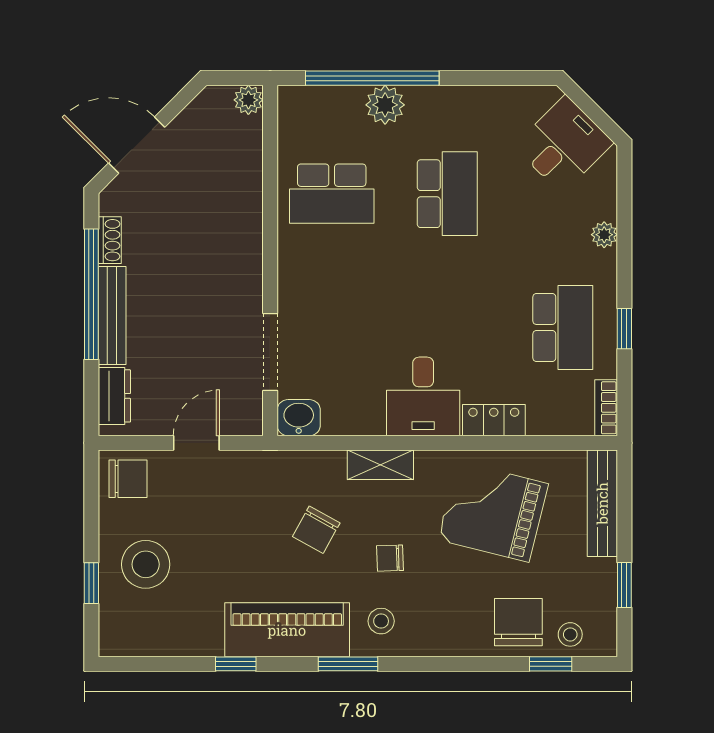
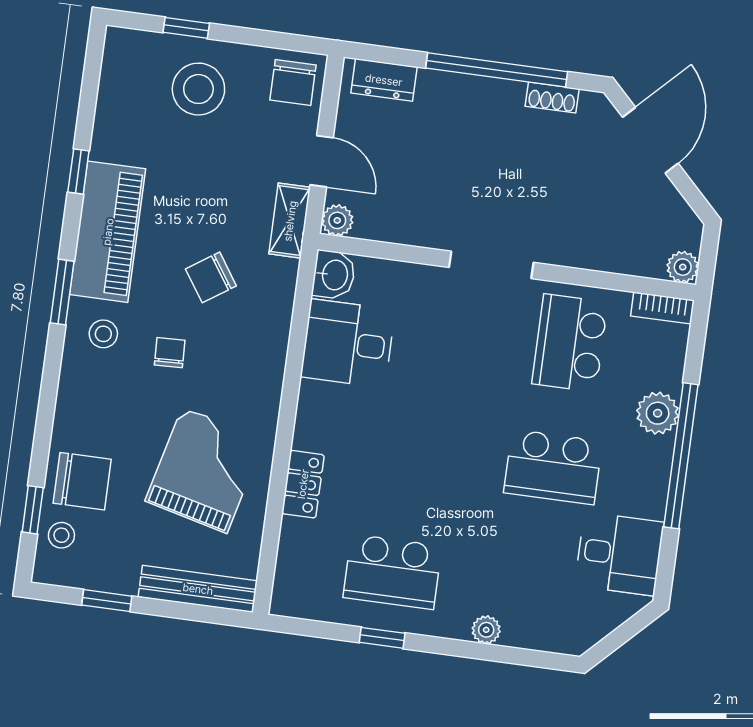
window: (372, 78) -> (681, 456), moved
desk: (564, 145) -> (619, 554), moved, turned -45
bench: (112, 316) -> (471, 89), removed
doorway: (270, 352) -> (491, 265), moved
desk: (423, 396) -> (348, 343), moved
bookcase: (606, 408) -> (662, 308), moved, turned 180
plant: (249, 421) -> (337, 220), added
shelving: (380, 465) -> (290, 221), moved
chair: (316, 530) -> (211, 277), turned -63

